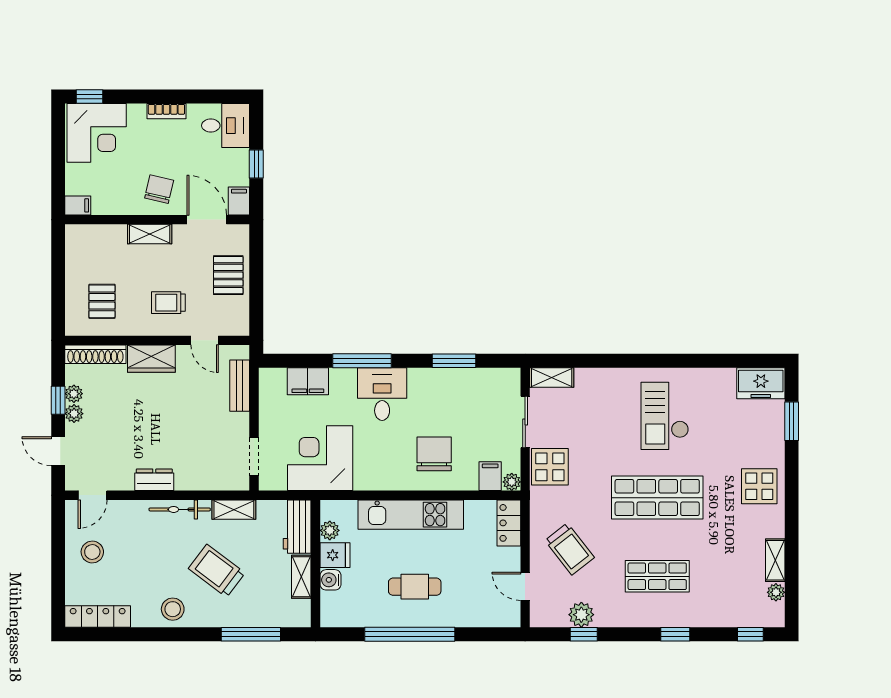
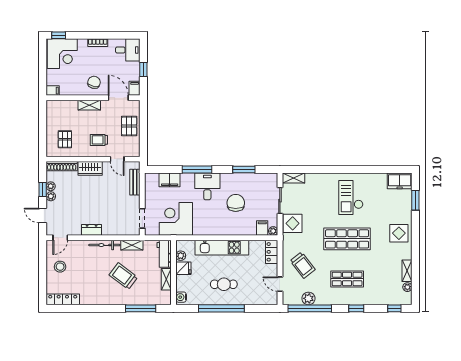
chair: (434, 454) -> (236, 203), moved
water cooler: (330, 580) -> (181, 297), moved
stool: (173, 609) -> (101, 296), removed
window: (584, 634) -> (310, 308), width x3.17

